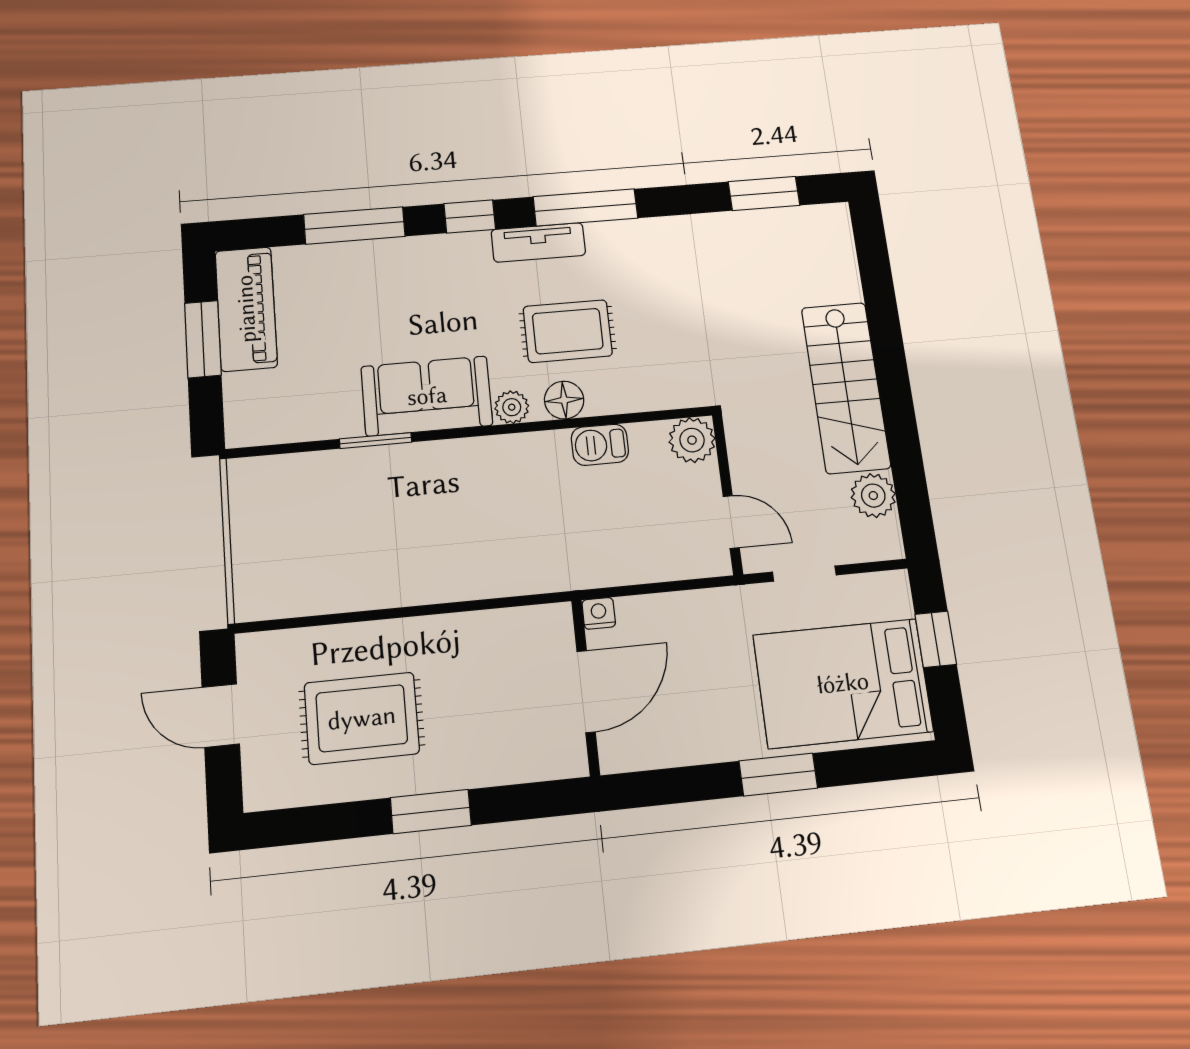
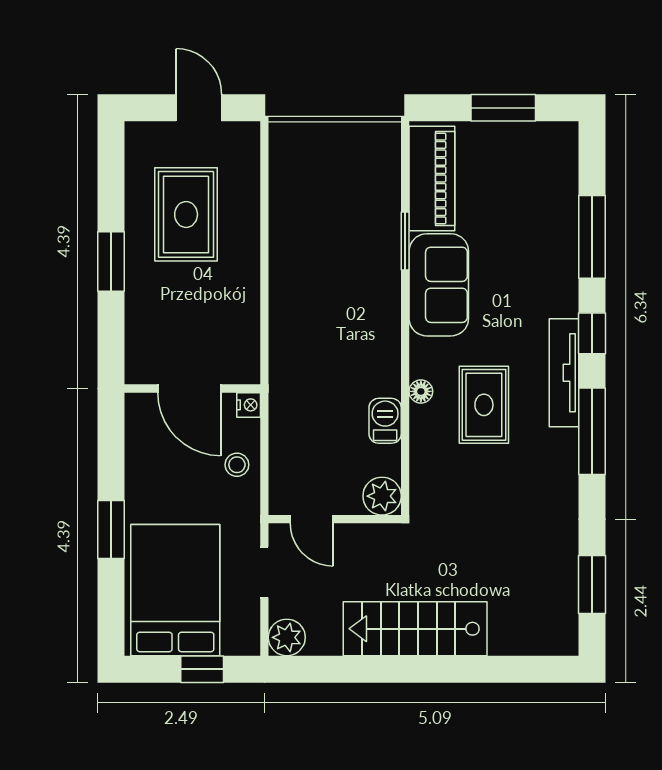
tv unit: (538, 242) -> (564, 373), width x1.41
piano: (246, 309) -> (432, 179), moved, turned -90
floor lamp: (564, 400) -> (421, 391), width x0.73, depth x0.73
plant: (512, 407) -> (423, 353), removed
plant: (873, 496) -> (287, 637), moved
door: (731, 522) -> (312, 519), hinge flipped
stool: (676, 621) -> (237, 465), added
door: (221, 716) -> (199, 108), hinge flipped

